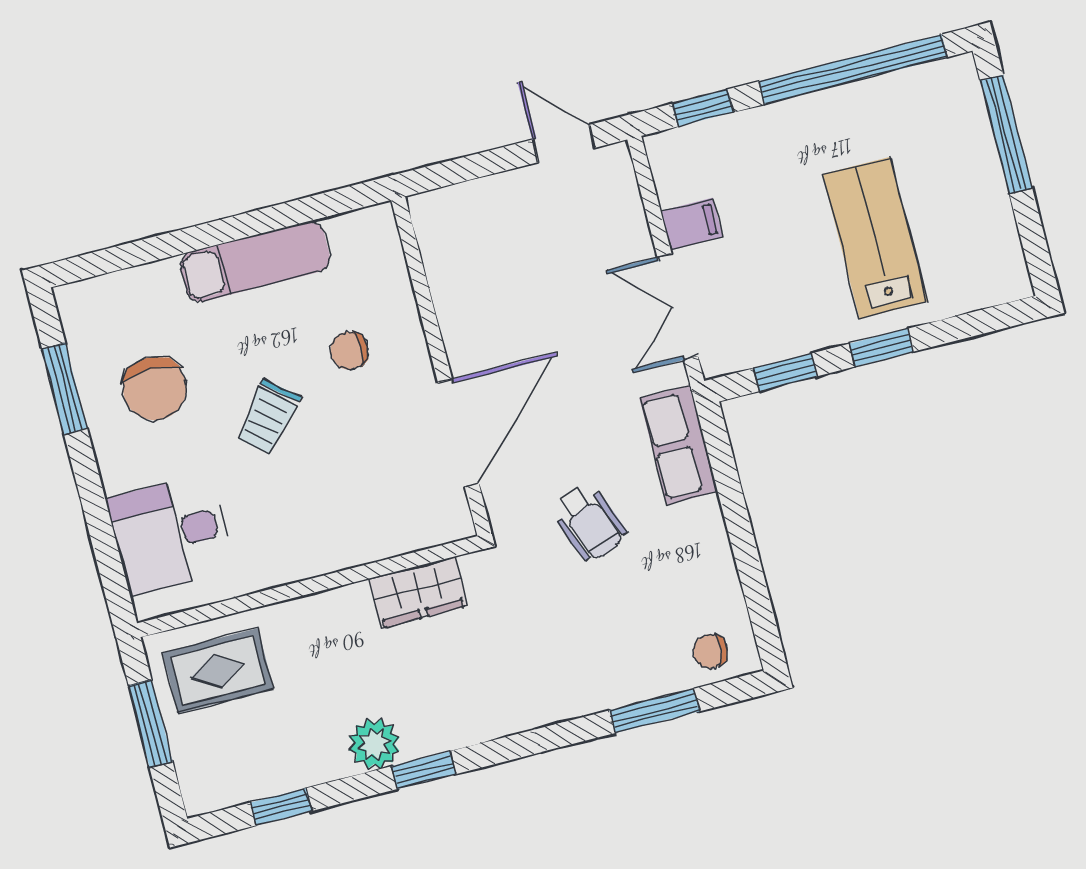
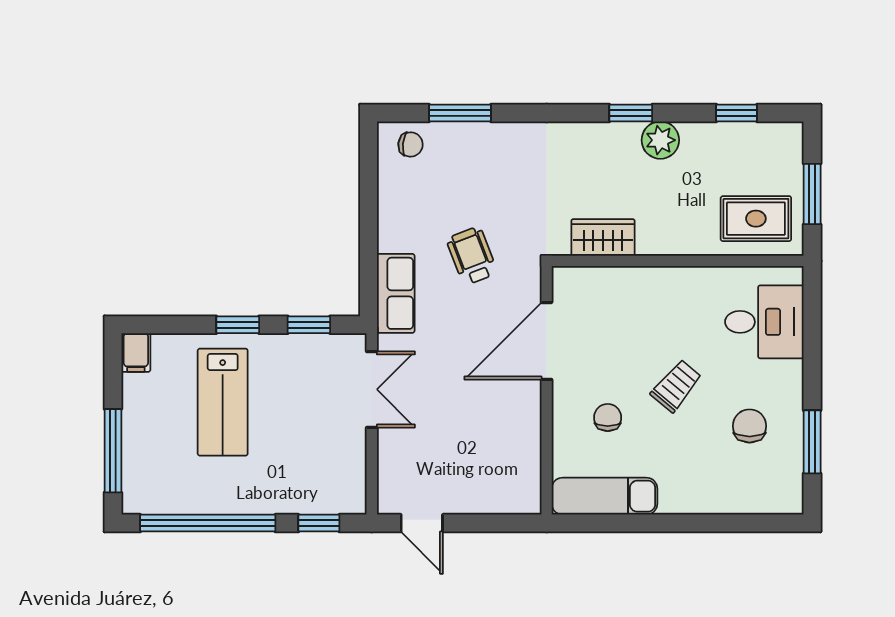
filing cabinet: (692, 224) -> (136, 353), moved, turned -90
exam couch: (255, 262) -> (604, 496), moved
chair: (349, 351) -> (608, 417), turned -90
chair: (155, 389) -> (750, 426), width x0.73, depth x0.73

